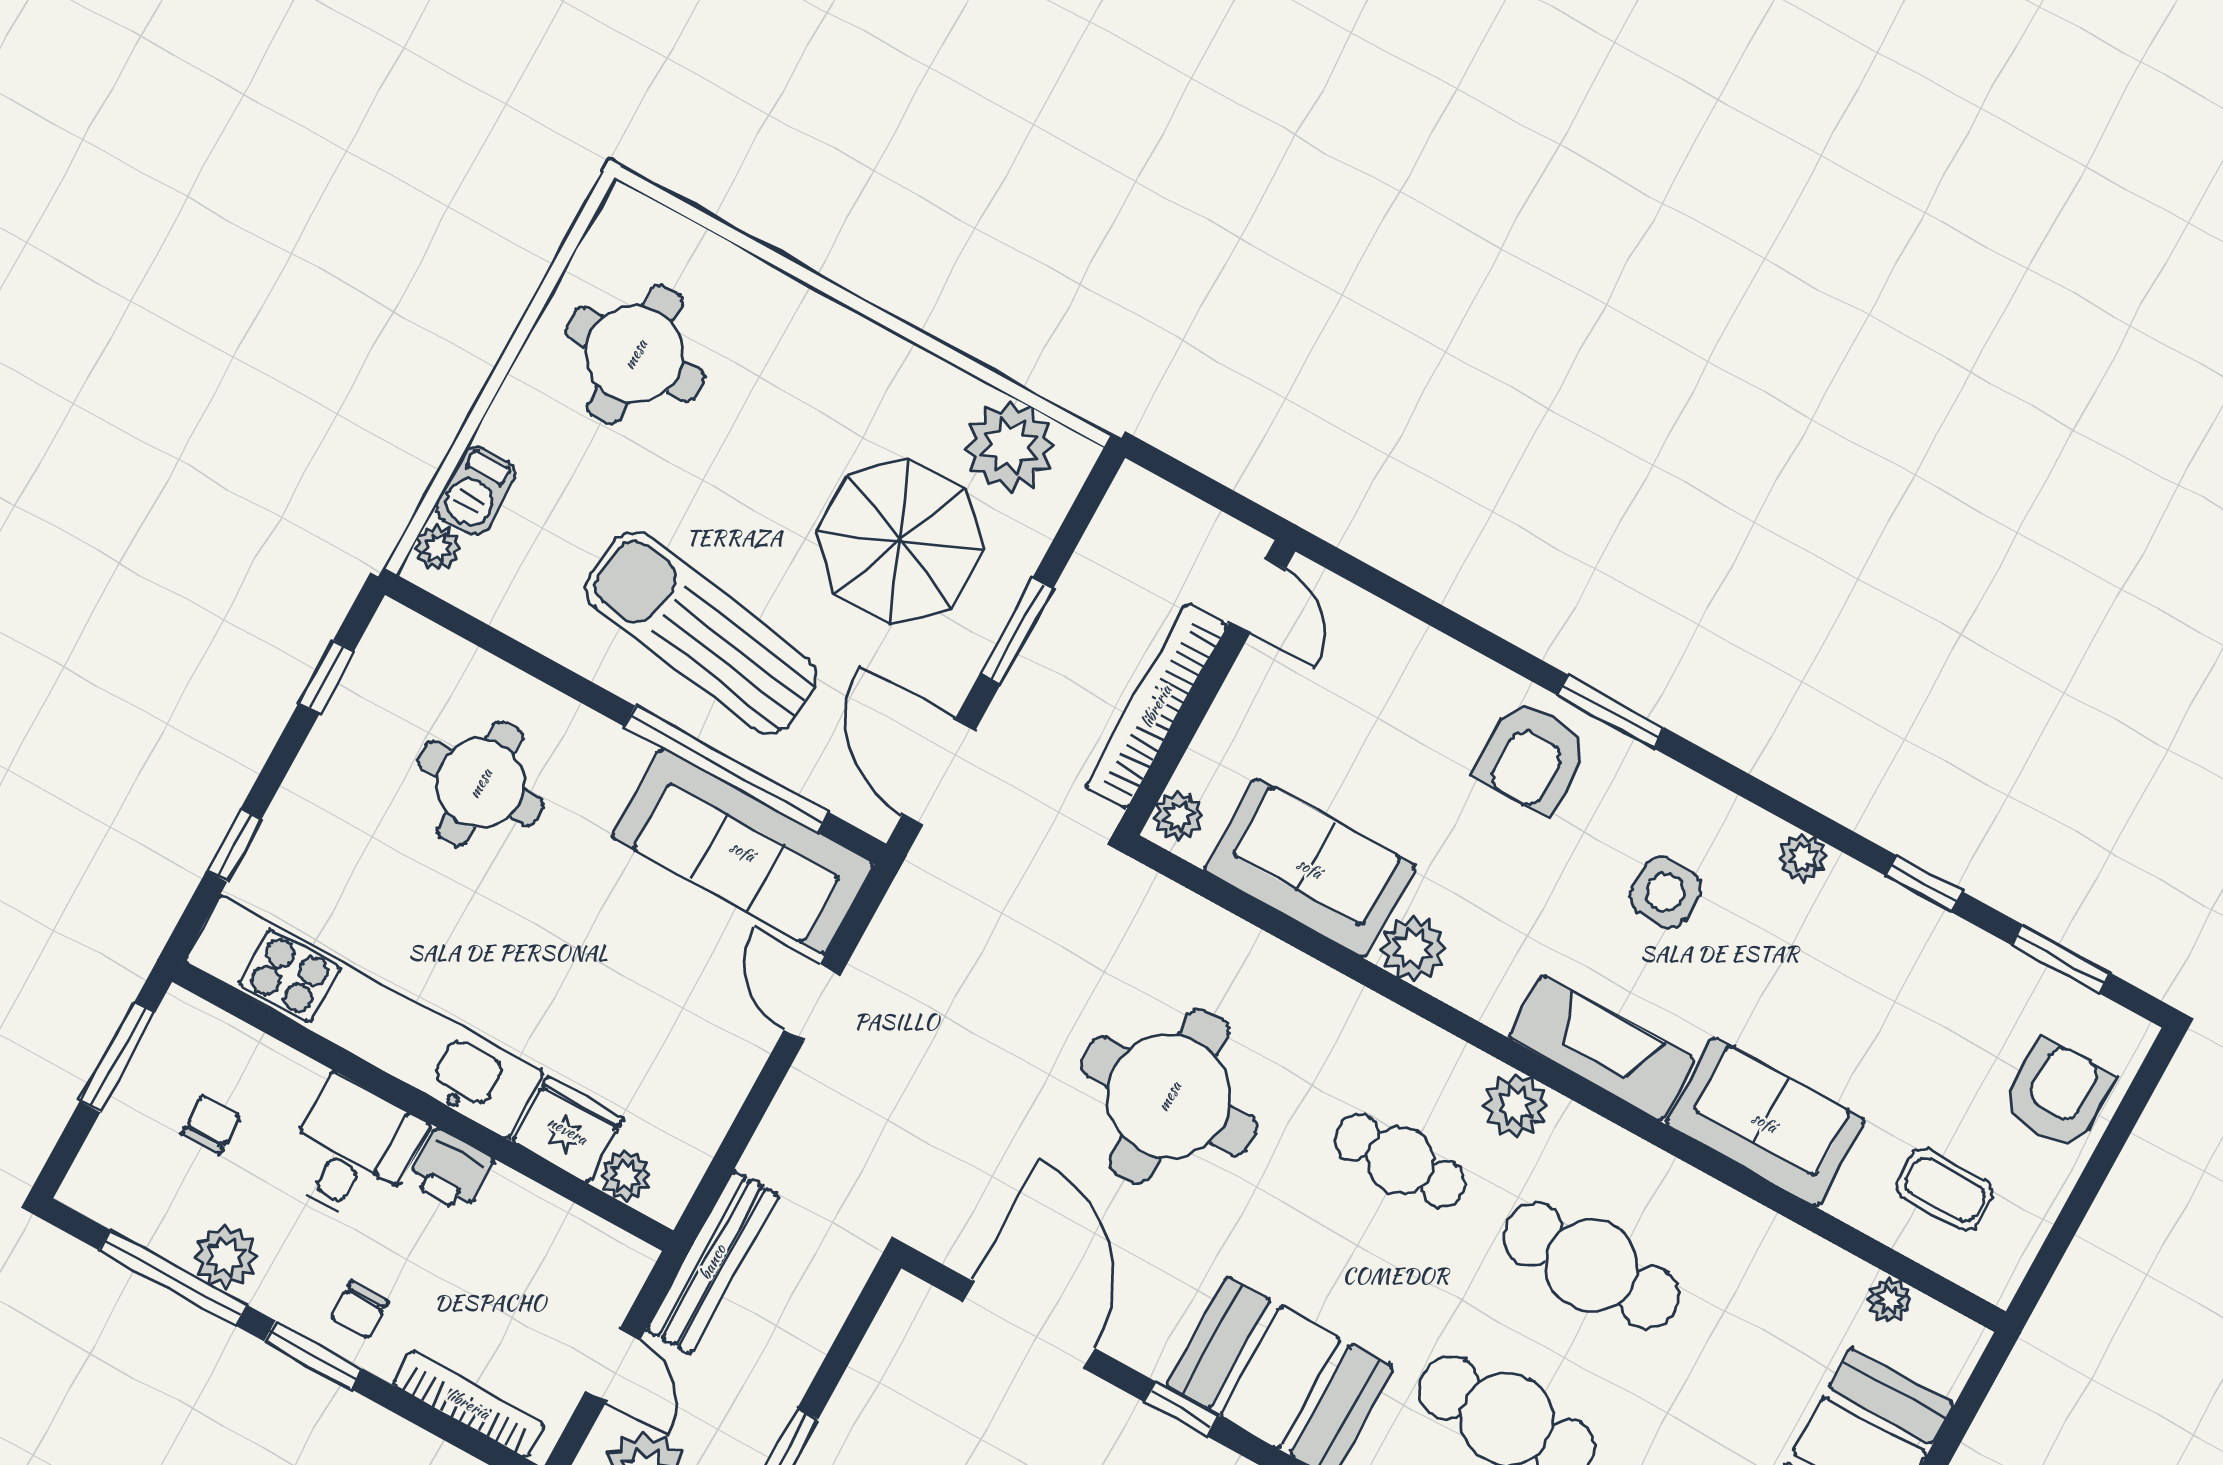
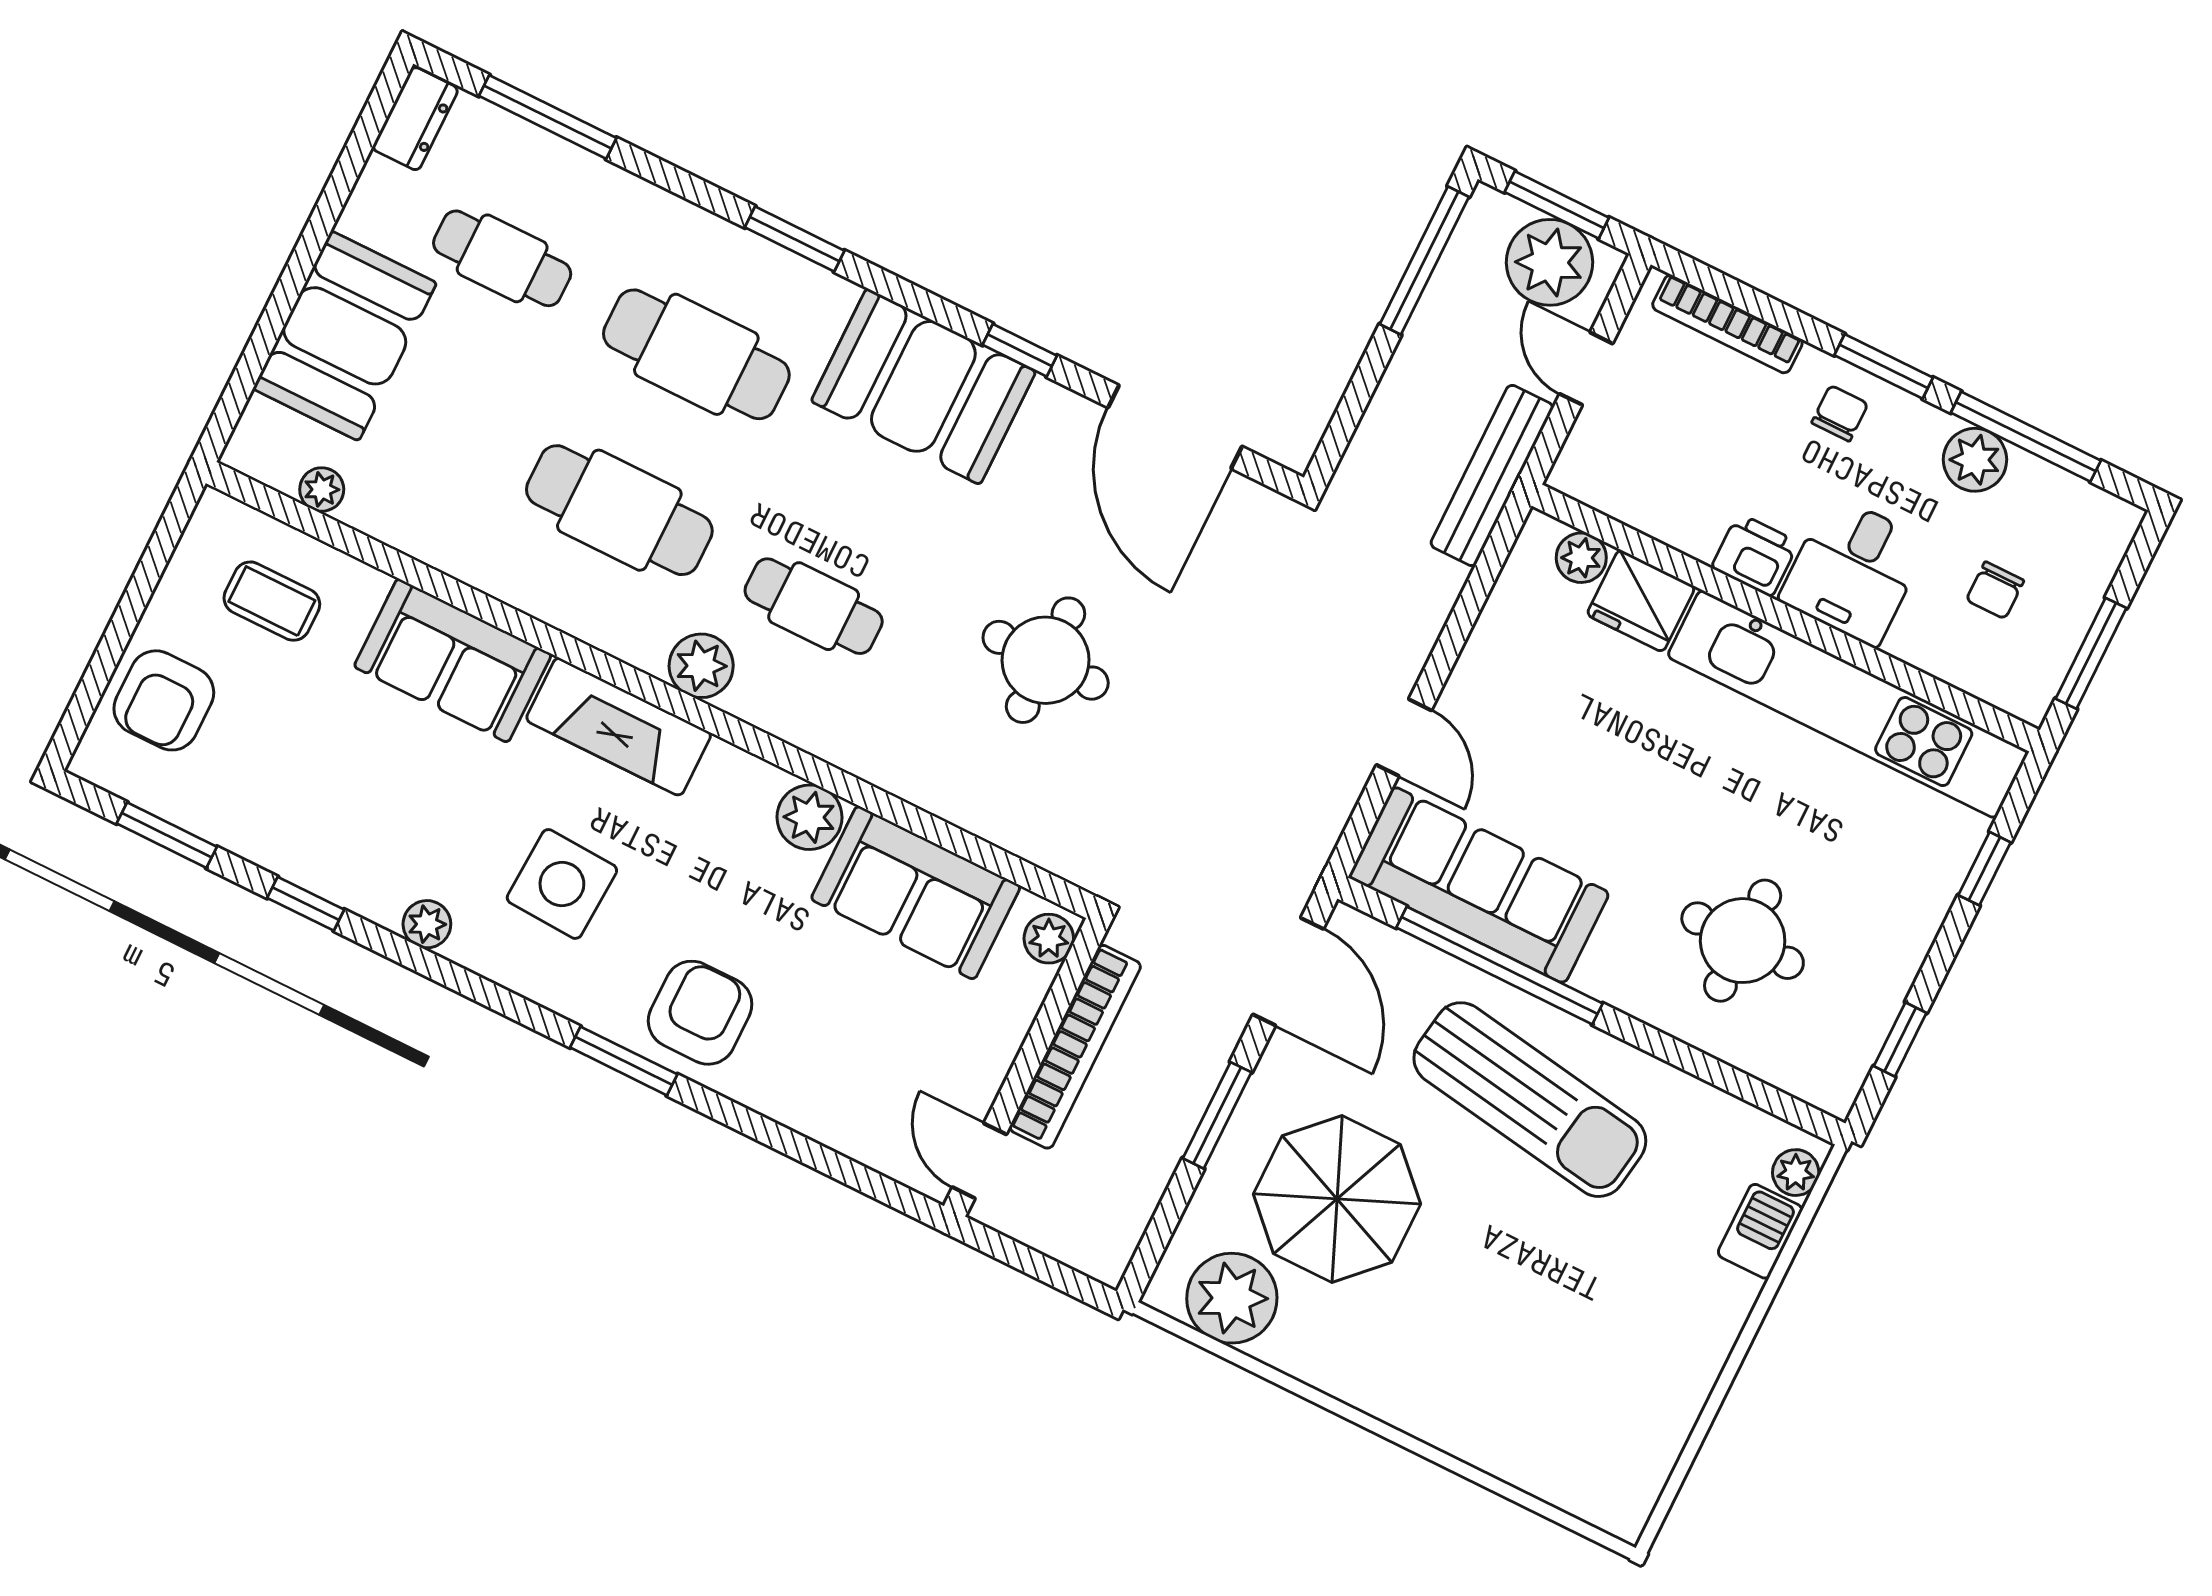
round table: (635, 354) -> (1608, 1373), removed
side table: (1665, 892) -> (562, 884), width x1.37, depth x1.37
round table: (1169, 1096) -> (1046, 660), width x0.73, depth x0.73

